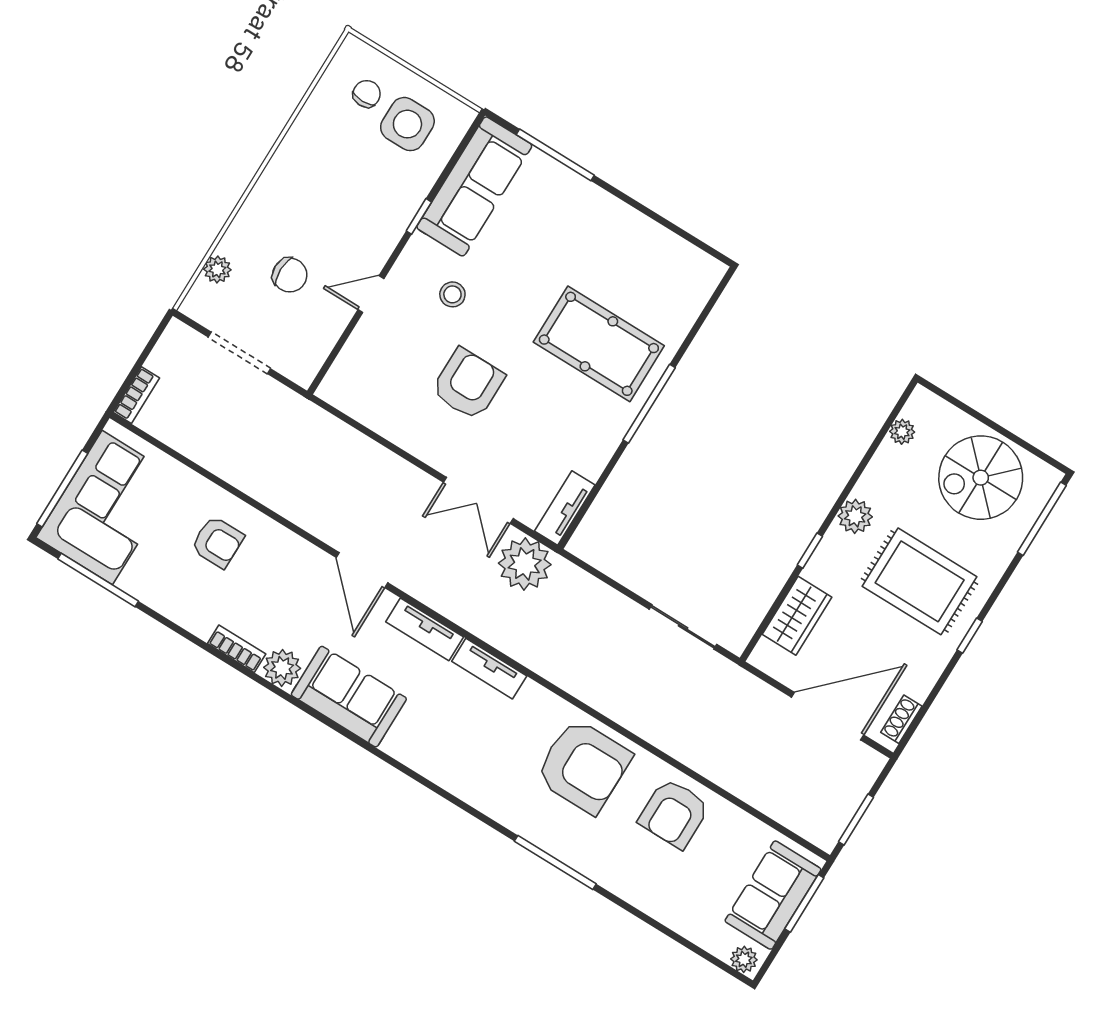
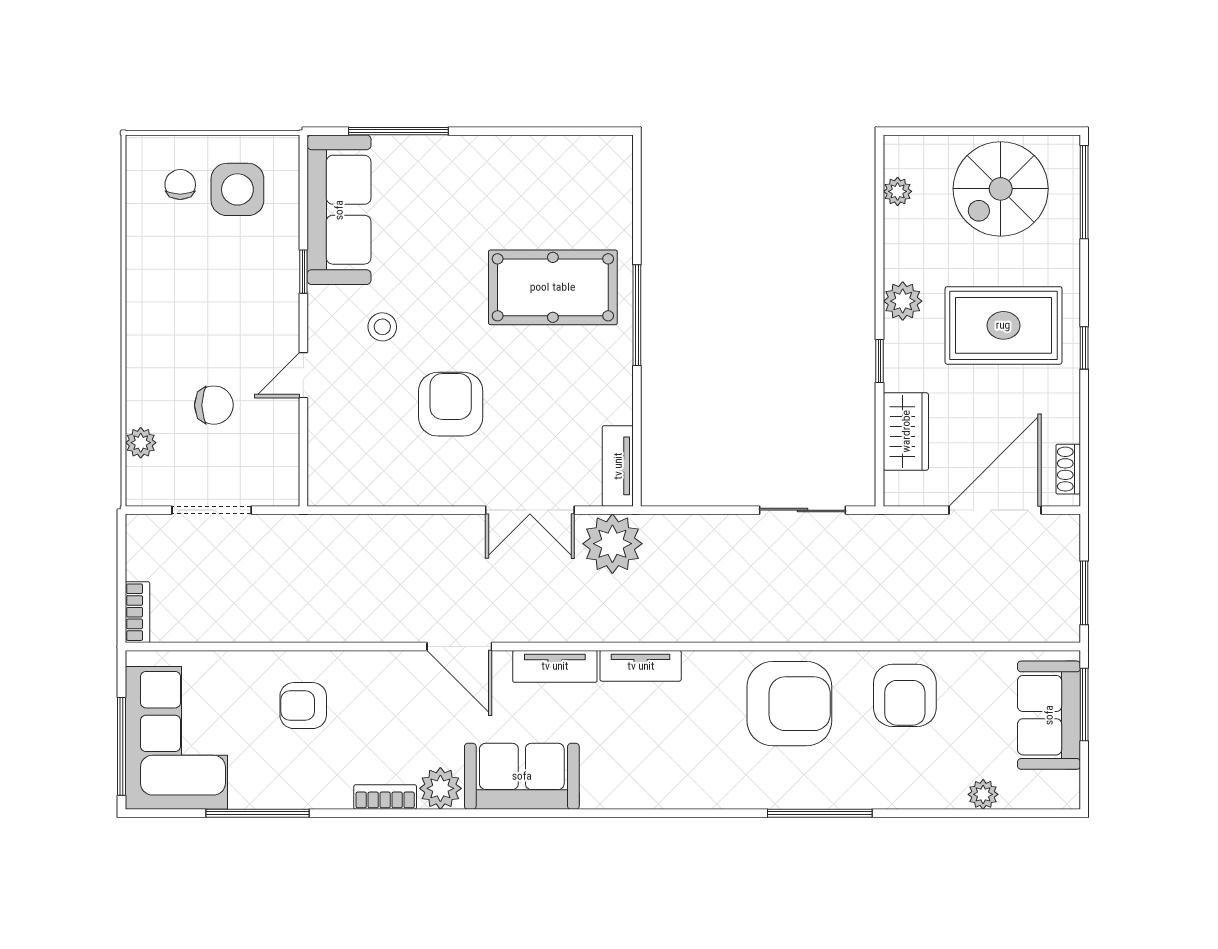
armchair: (217, 542) -> (303, 706), turned 180
window: (98, 580) -> (258, 813), moved
plant: (744, 959) -> (983, 794), moved

